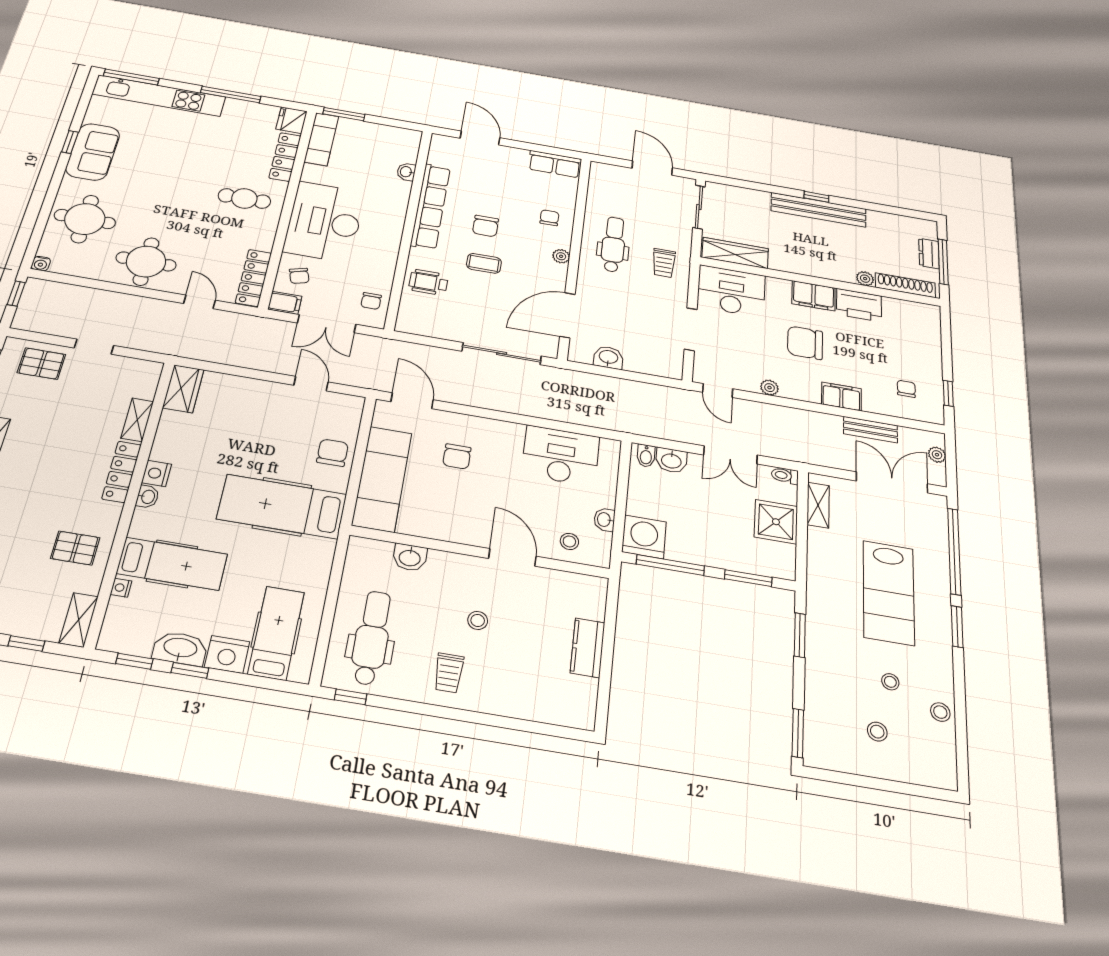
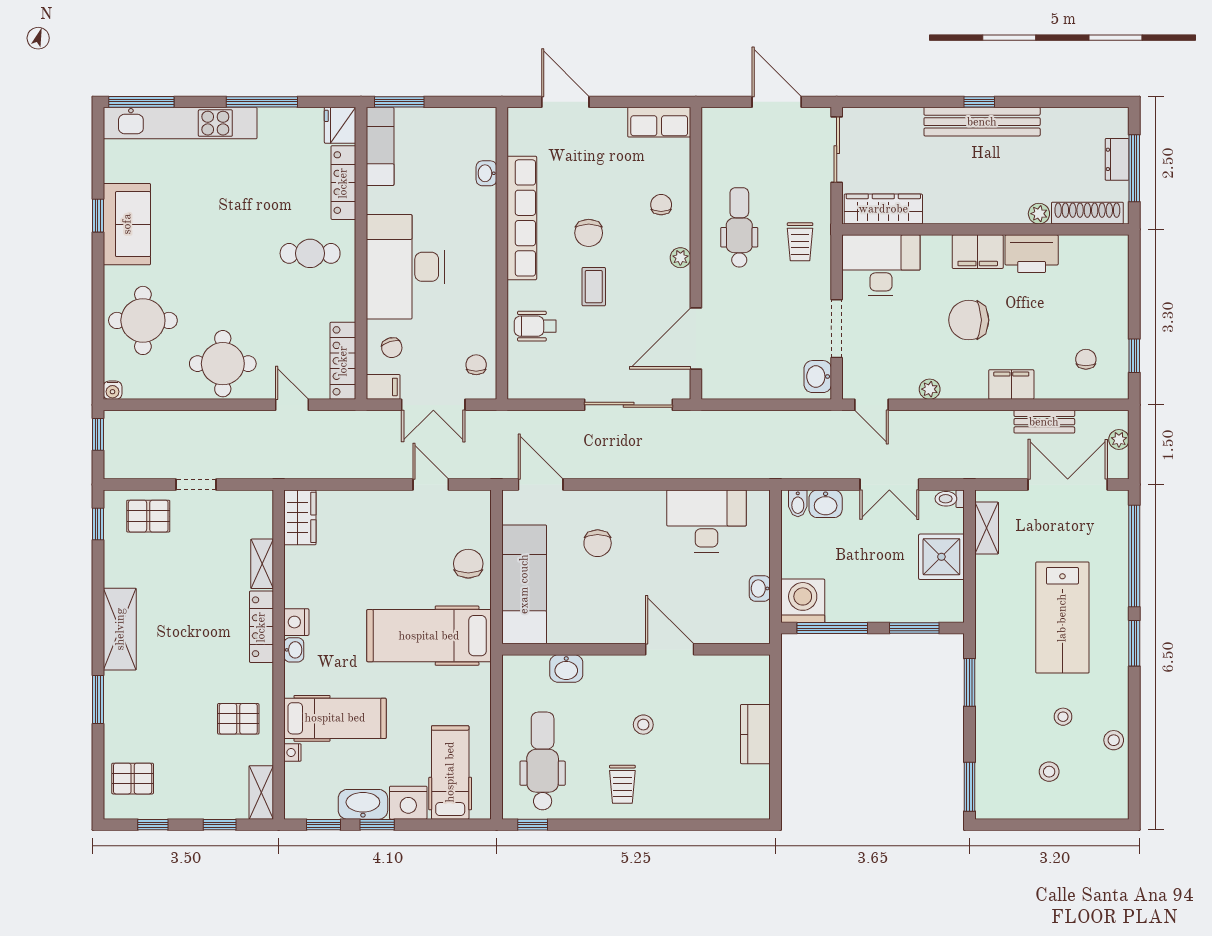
coffee table: (484, 263) -> (594, 287), turned 90
chair: (371, 301) -> (476, 365), turned 180
washbasin: (608, 357) -> (818, 377), moved, turned -90
stool: (569, 541) -> (726, 621), removed

